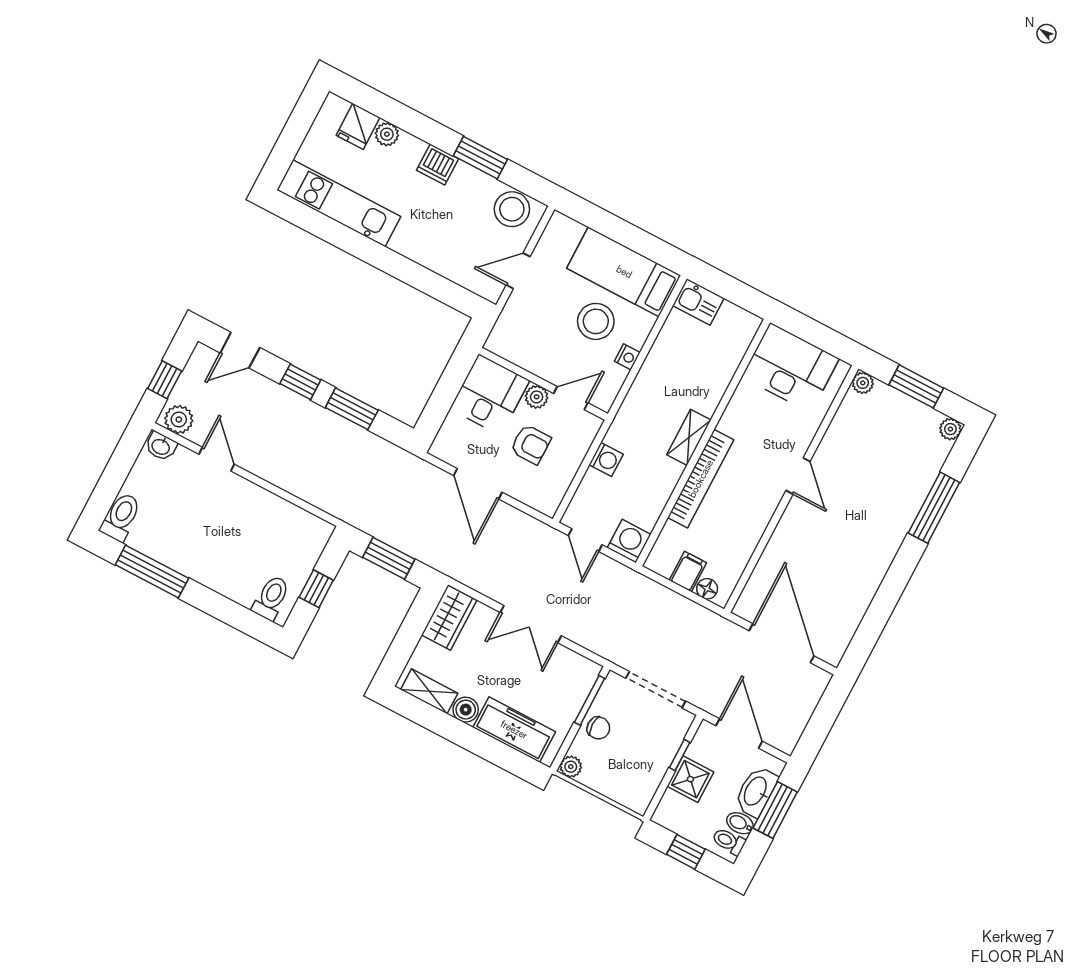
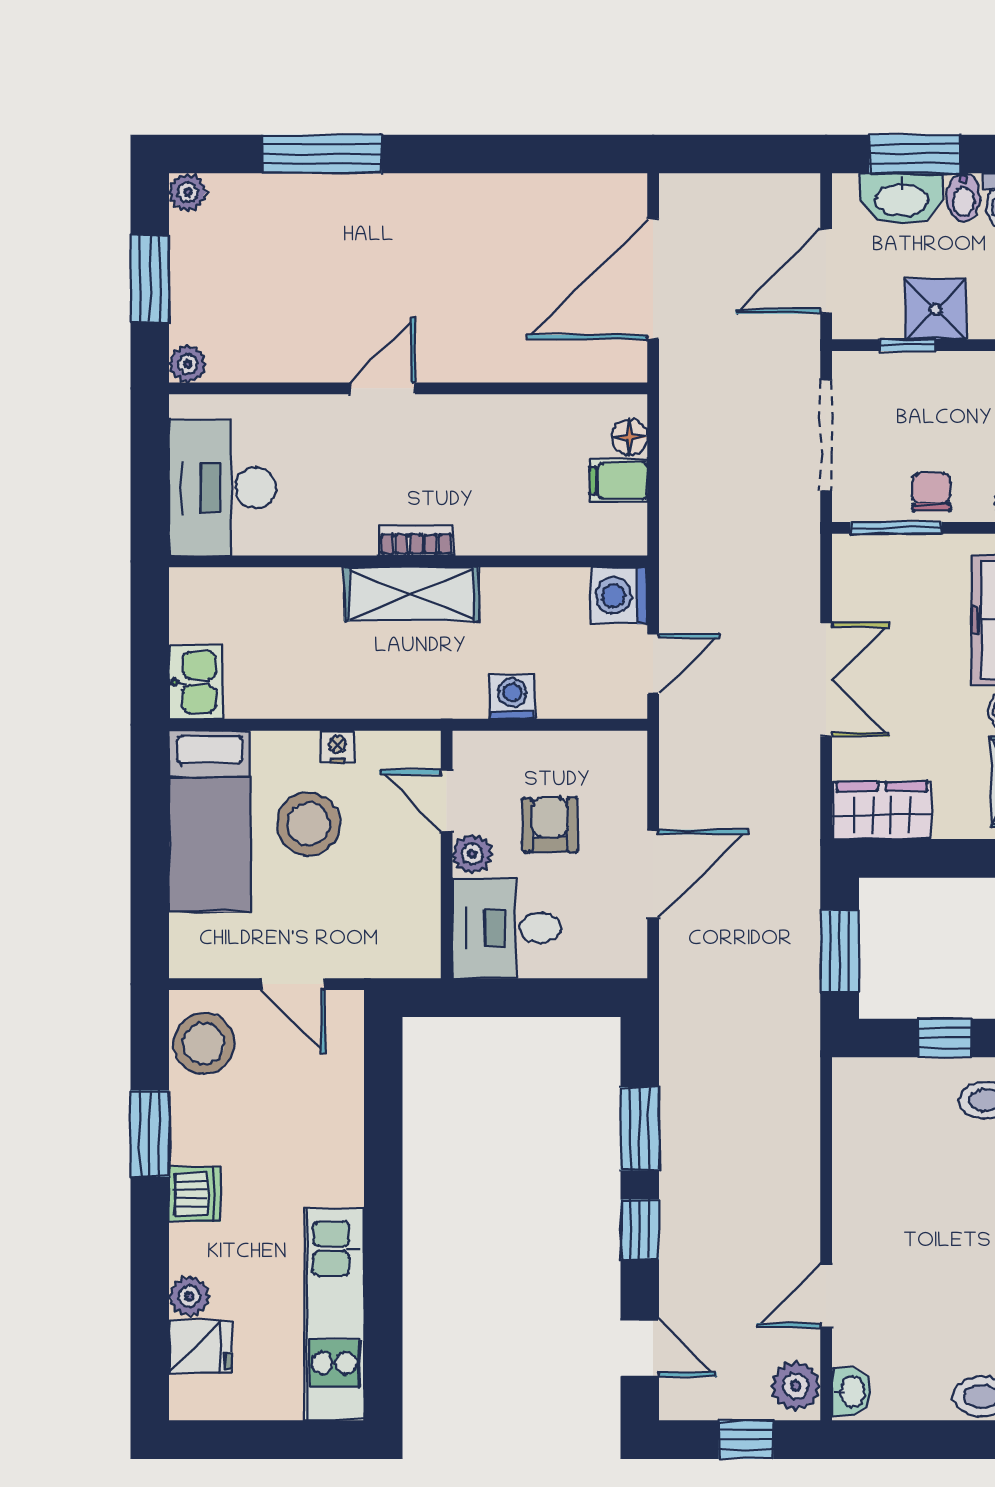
shelving: (689, 437) -> (411, 594), width x1.50, depth x1.33
bookcase: (701, 479) -> (416, 541), width x0.43, depth x0.76

